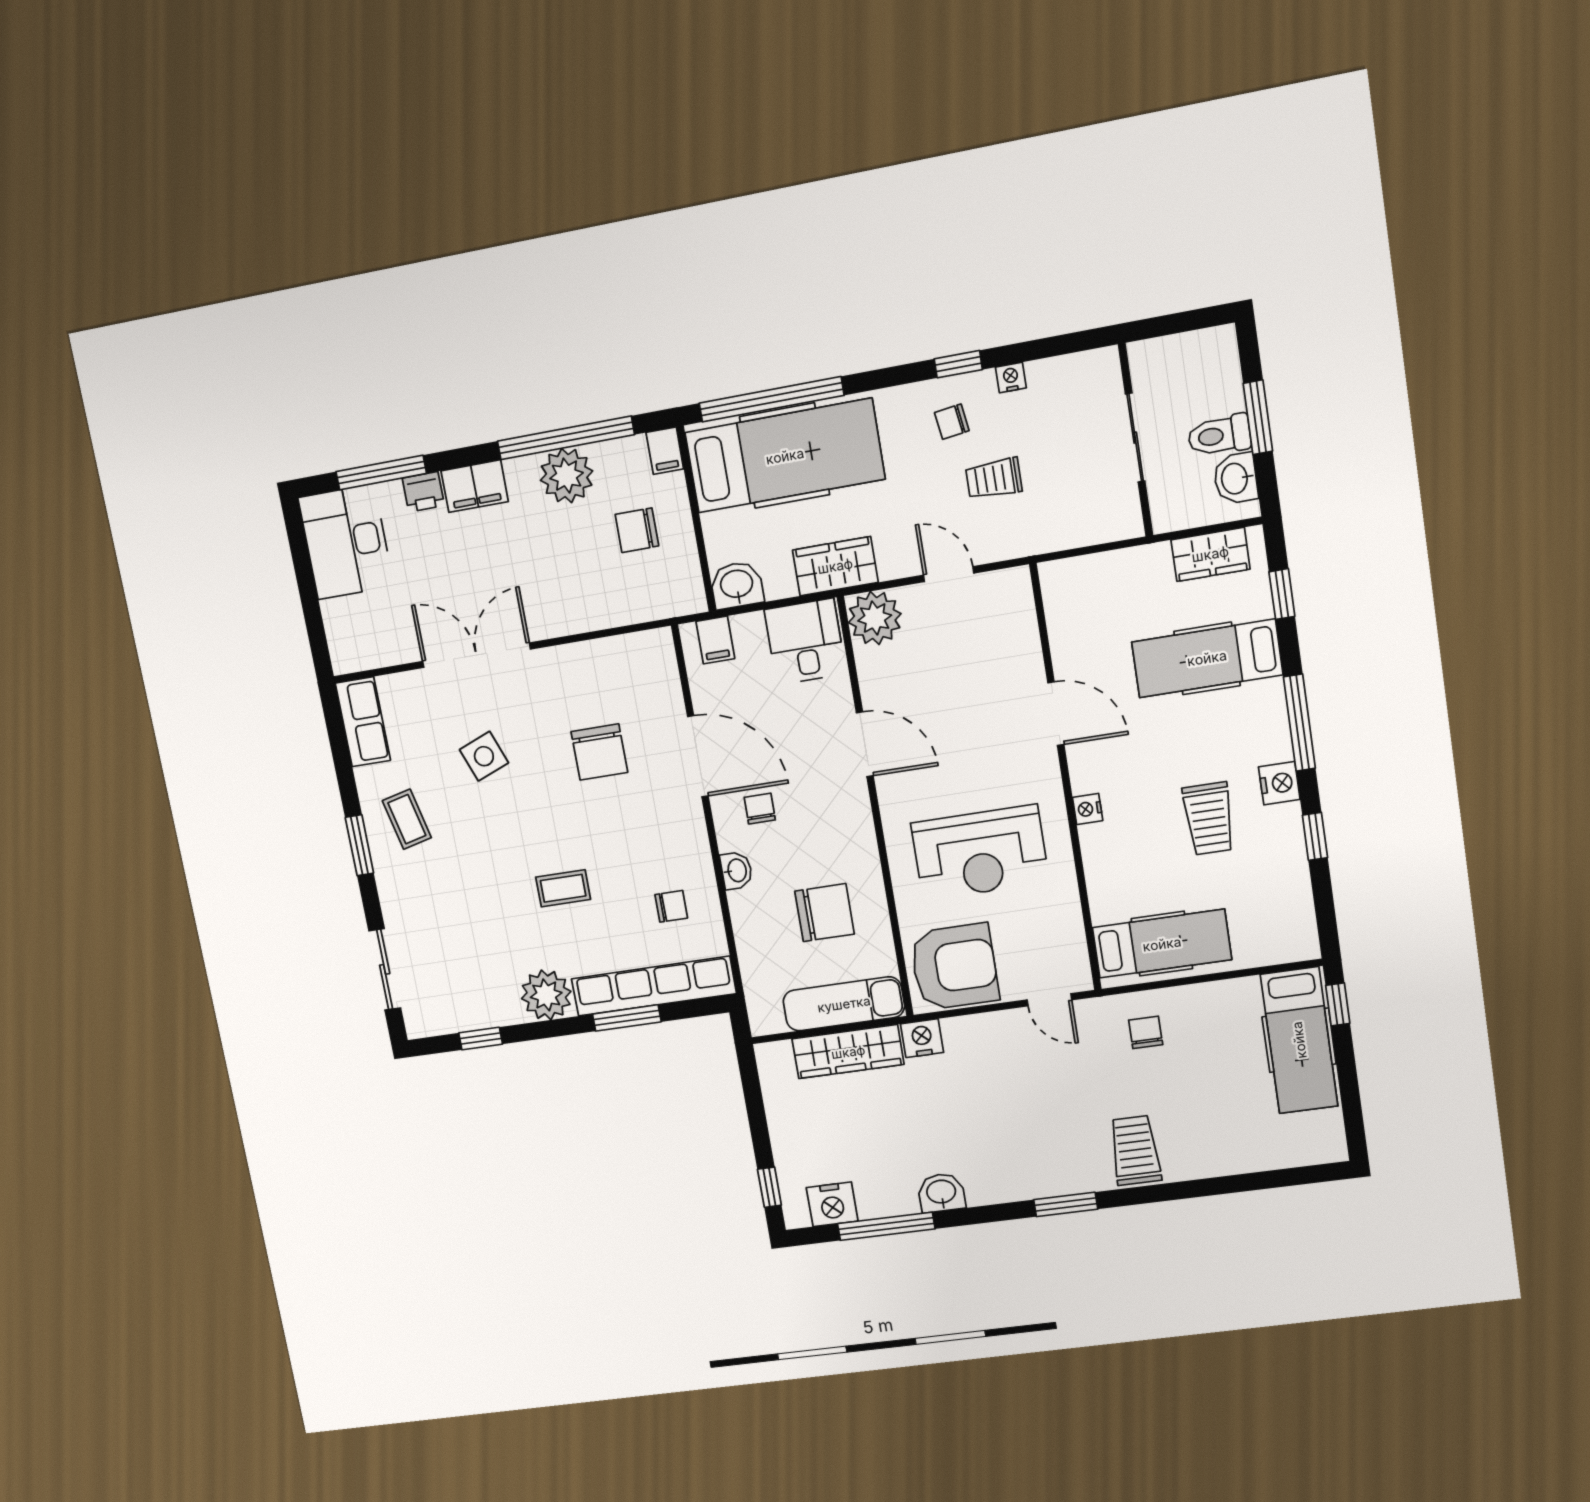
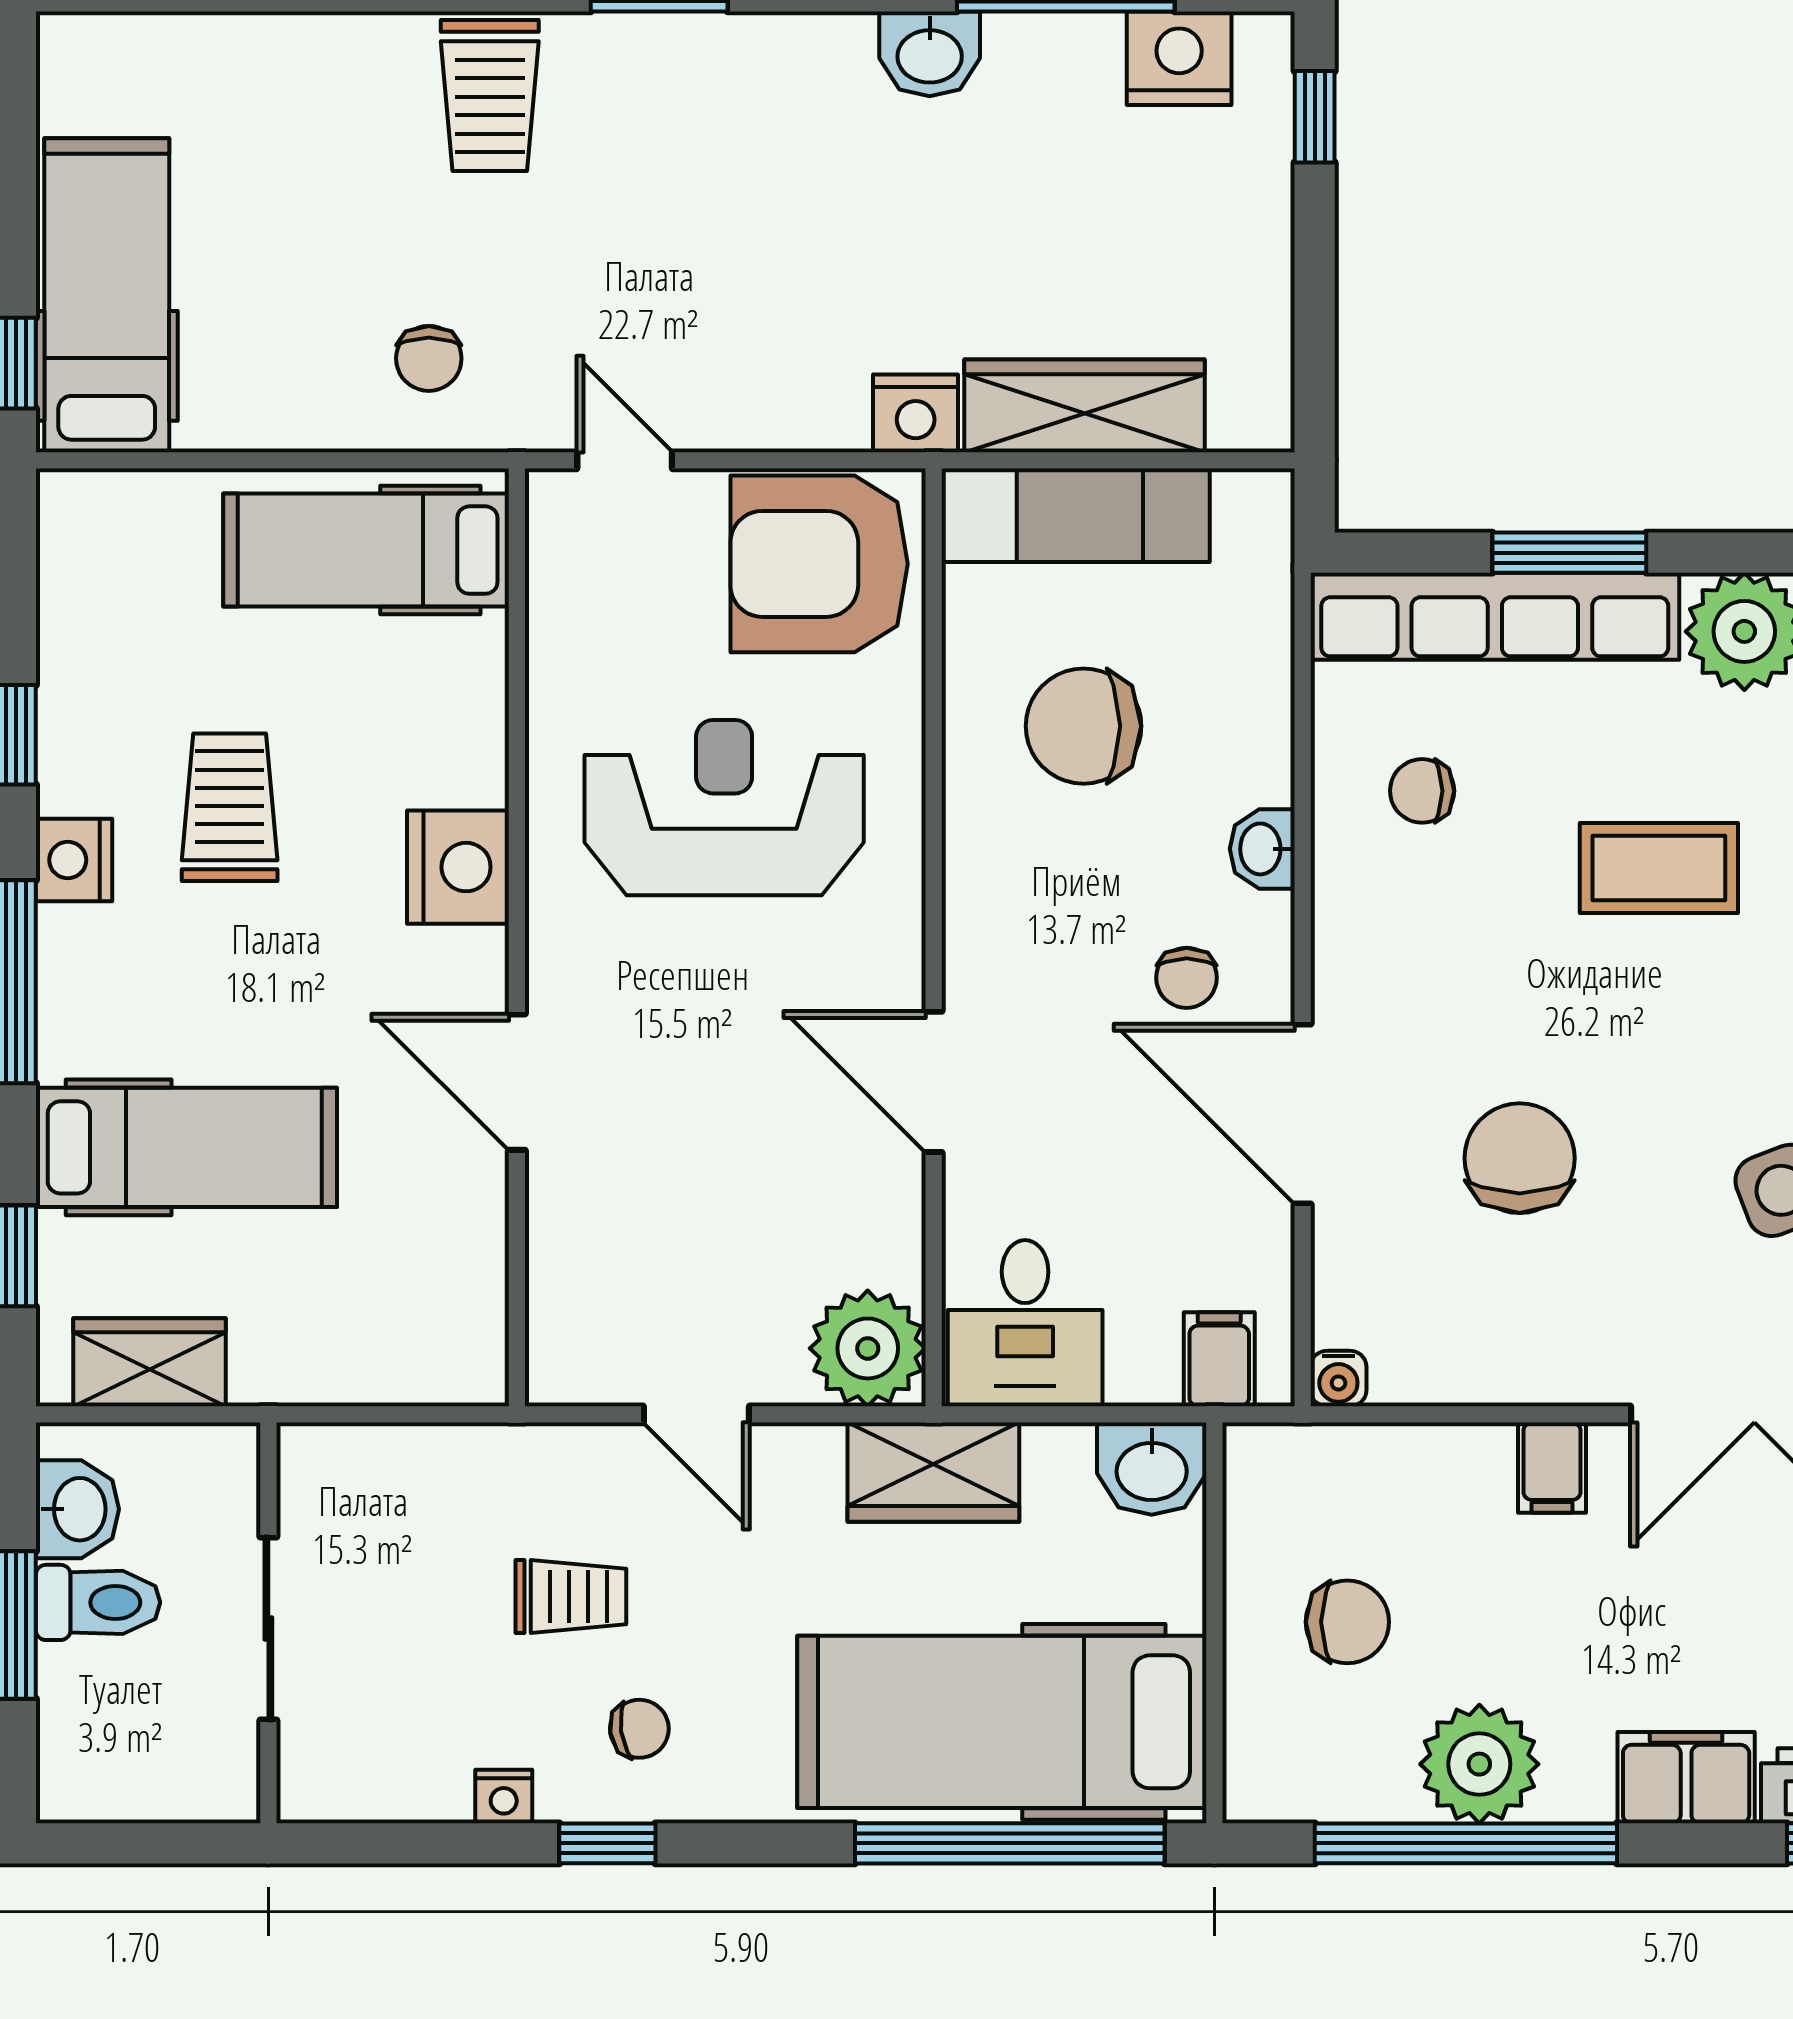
filing cabinet: (665, 451) -> (1552, 1468), moved, turned 180
water cooler: (661, 640) -> (1338, 1378), added
nightstand: (1088, 809) -> (458, 867), width x1.89, depth x1.79
coffee table: (563, 888) -> (1659, 868), width x1.36, depth x1.30

